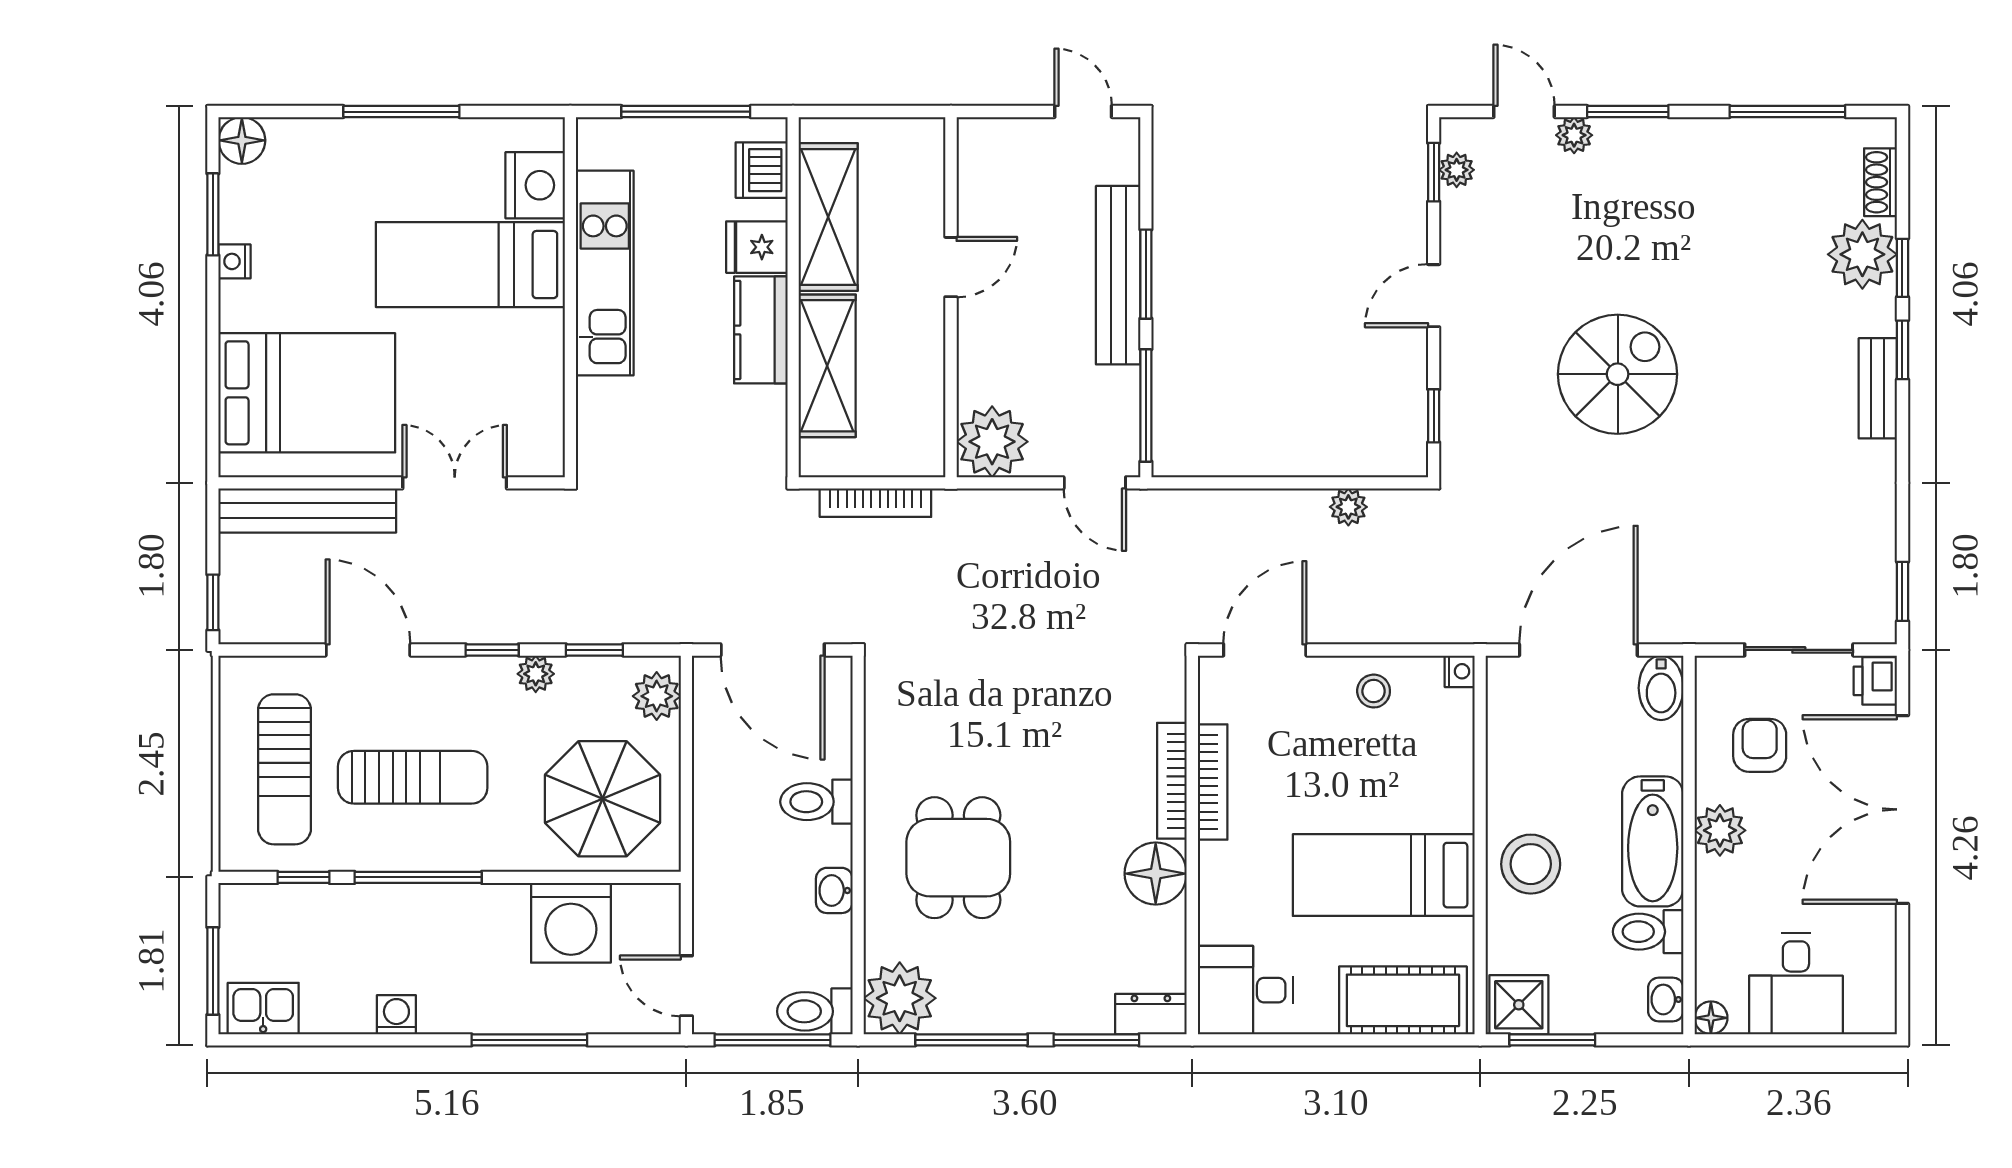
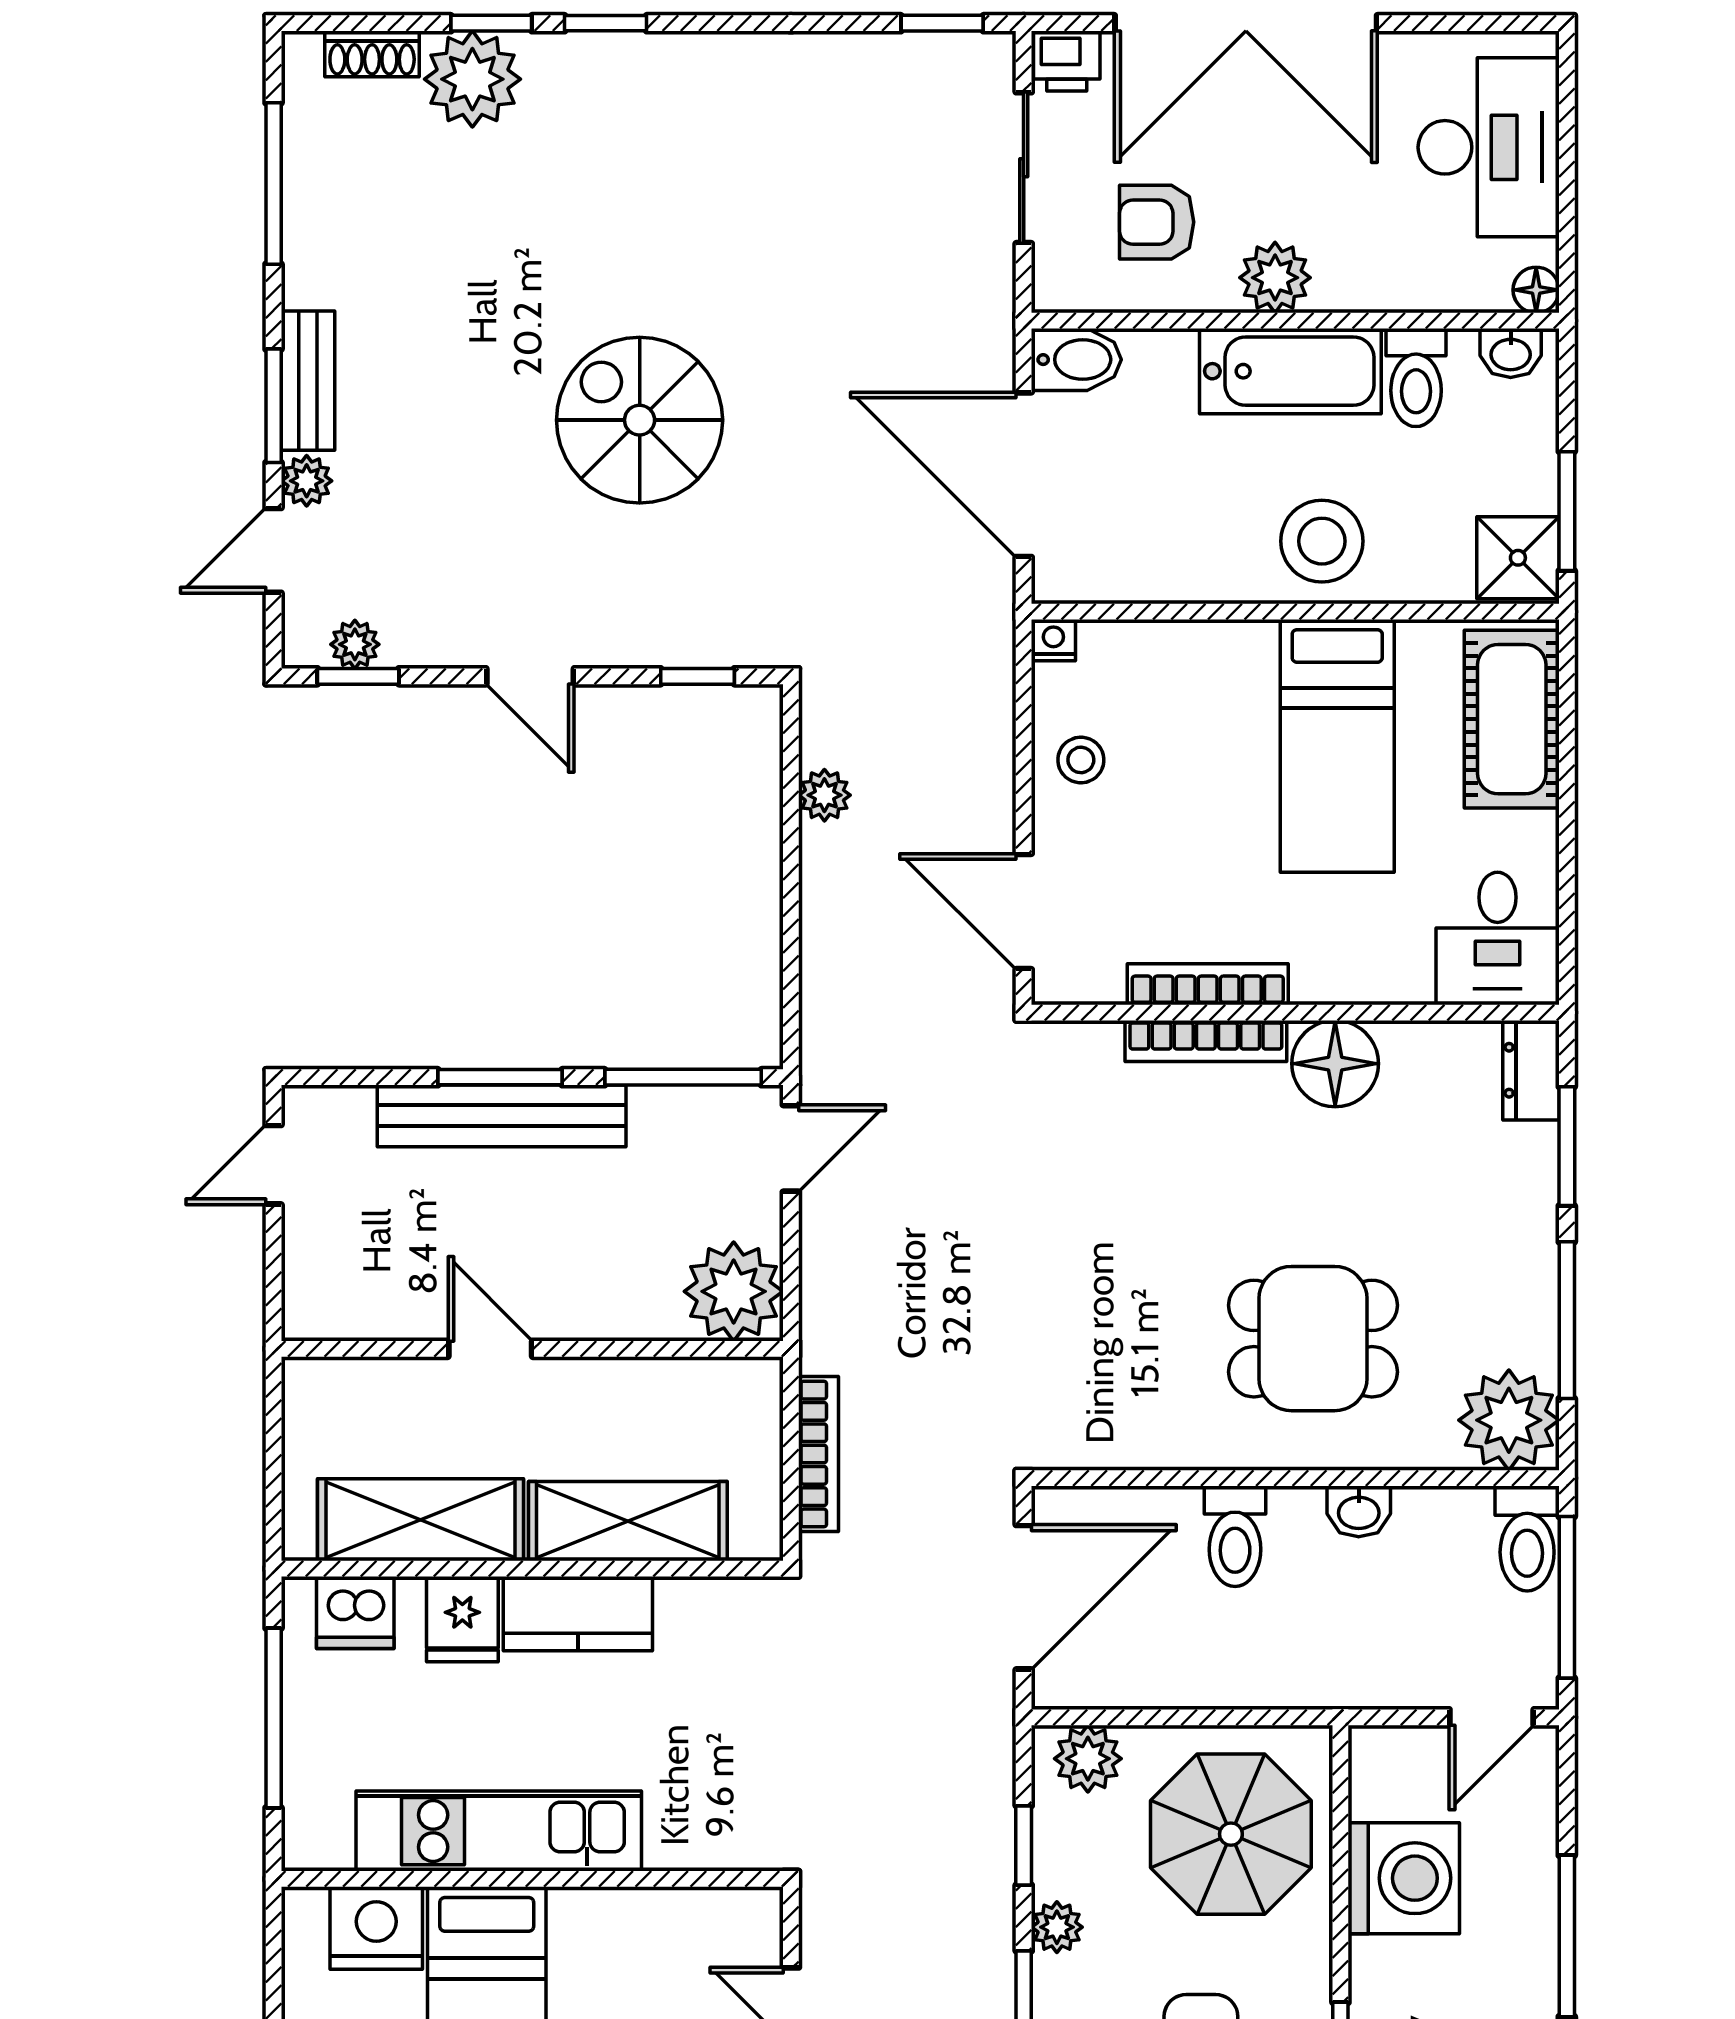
bench: (1878, 388) -> (308, 381), moved, turned 90
desk: (1796, 984) -> (1489, 147), width x1.37

